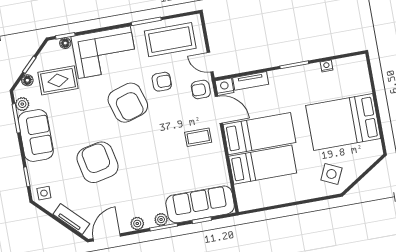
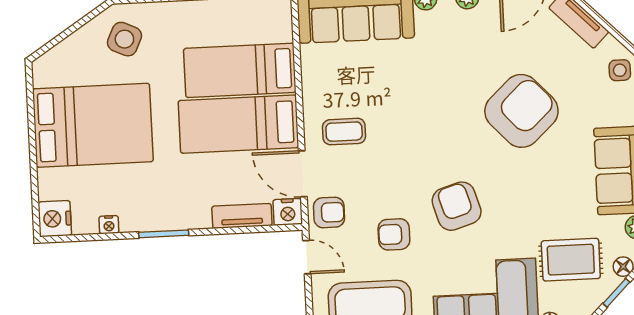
nightstand: (358, 65) -> (55, 219), added
armchair: (128, 103) -> (457, 206), width x0.73, depth x0.73
armchair: (98, 162) -> (521, 111), turned -121

